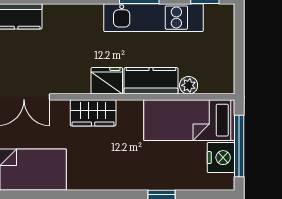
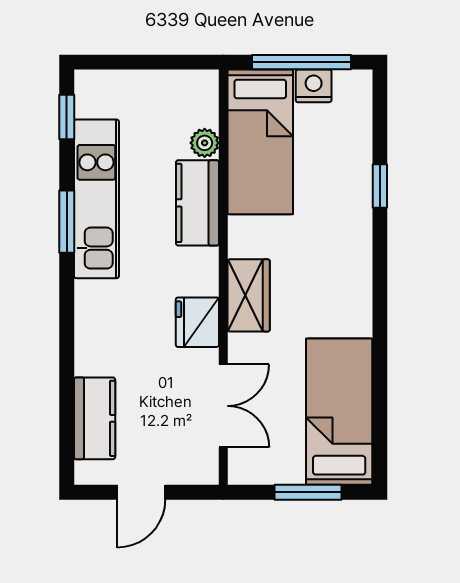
fridge: (107, 81) -> (197, 322), moved
nightstand: (221, 158) -> (314, 86), width x0.74, depth x0.75

